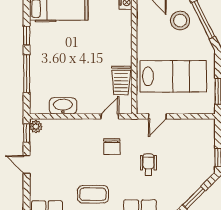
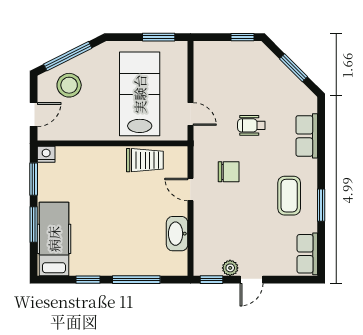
door: (110, 116) -> (190, 189), moved
plant: (36, 127) -> (230, 268), moved

